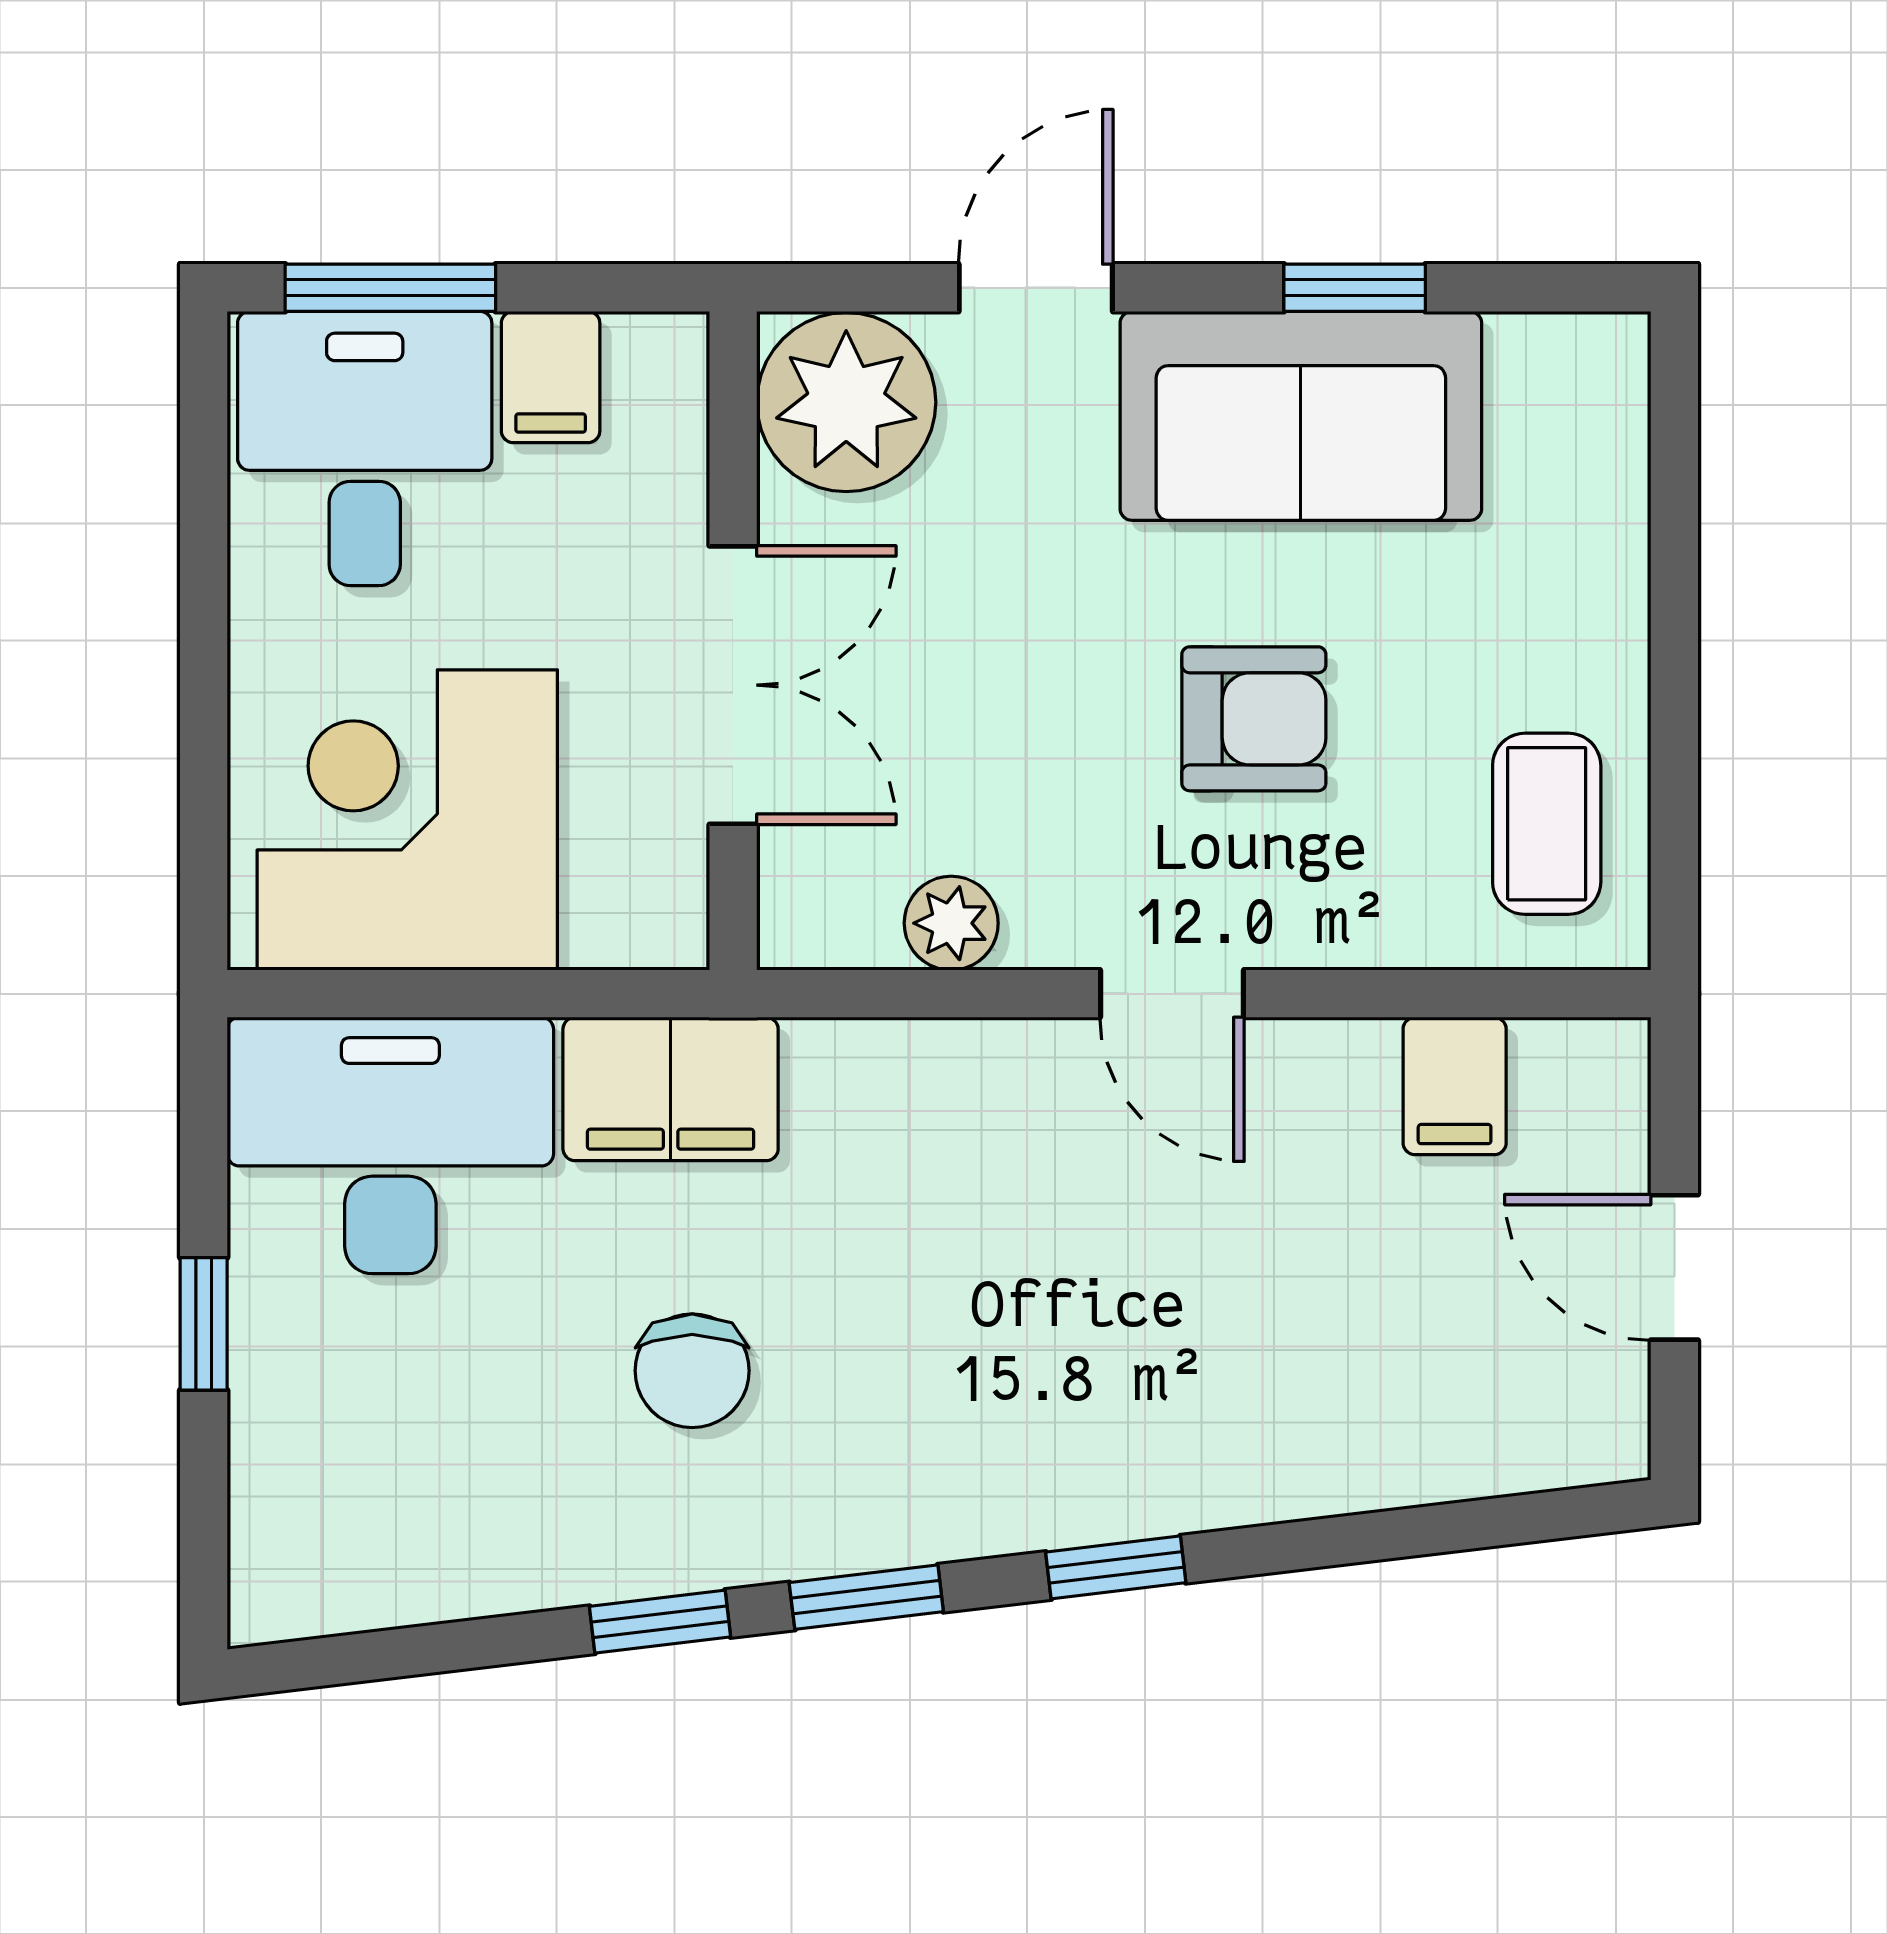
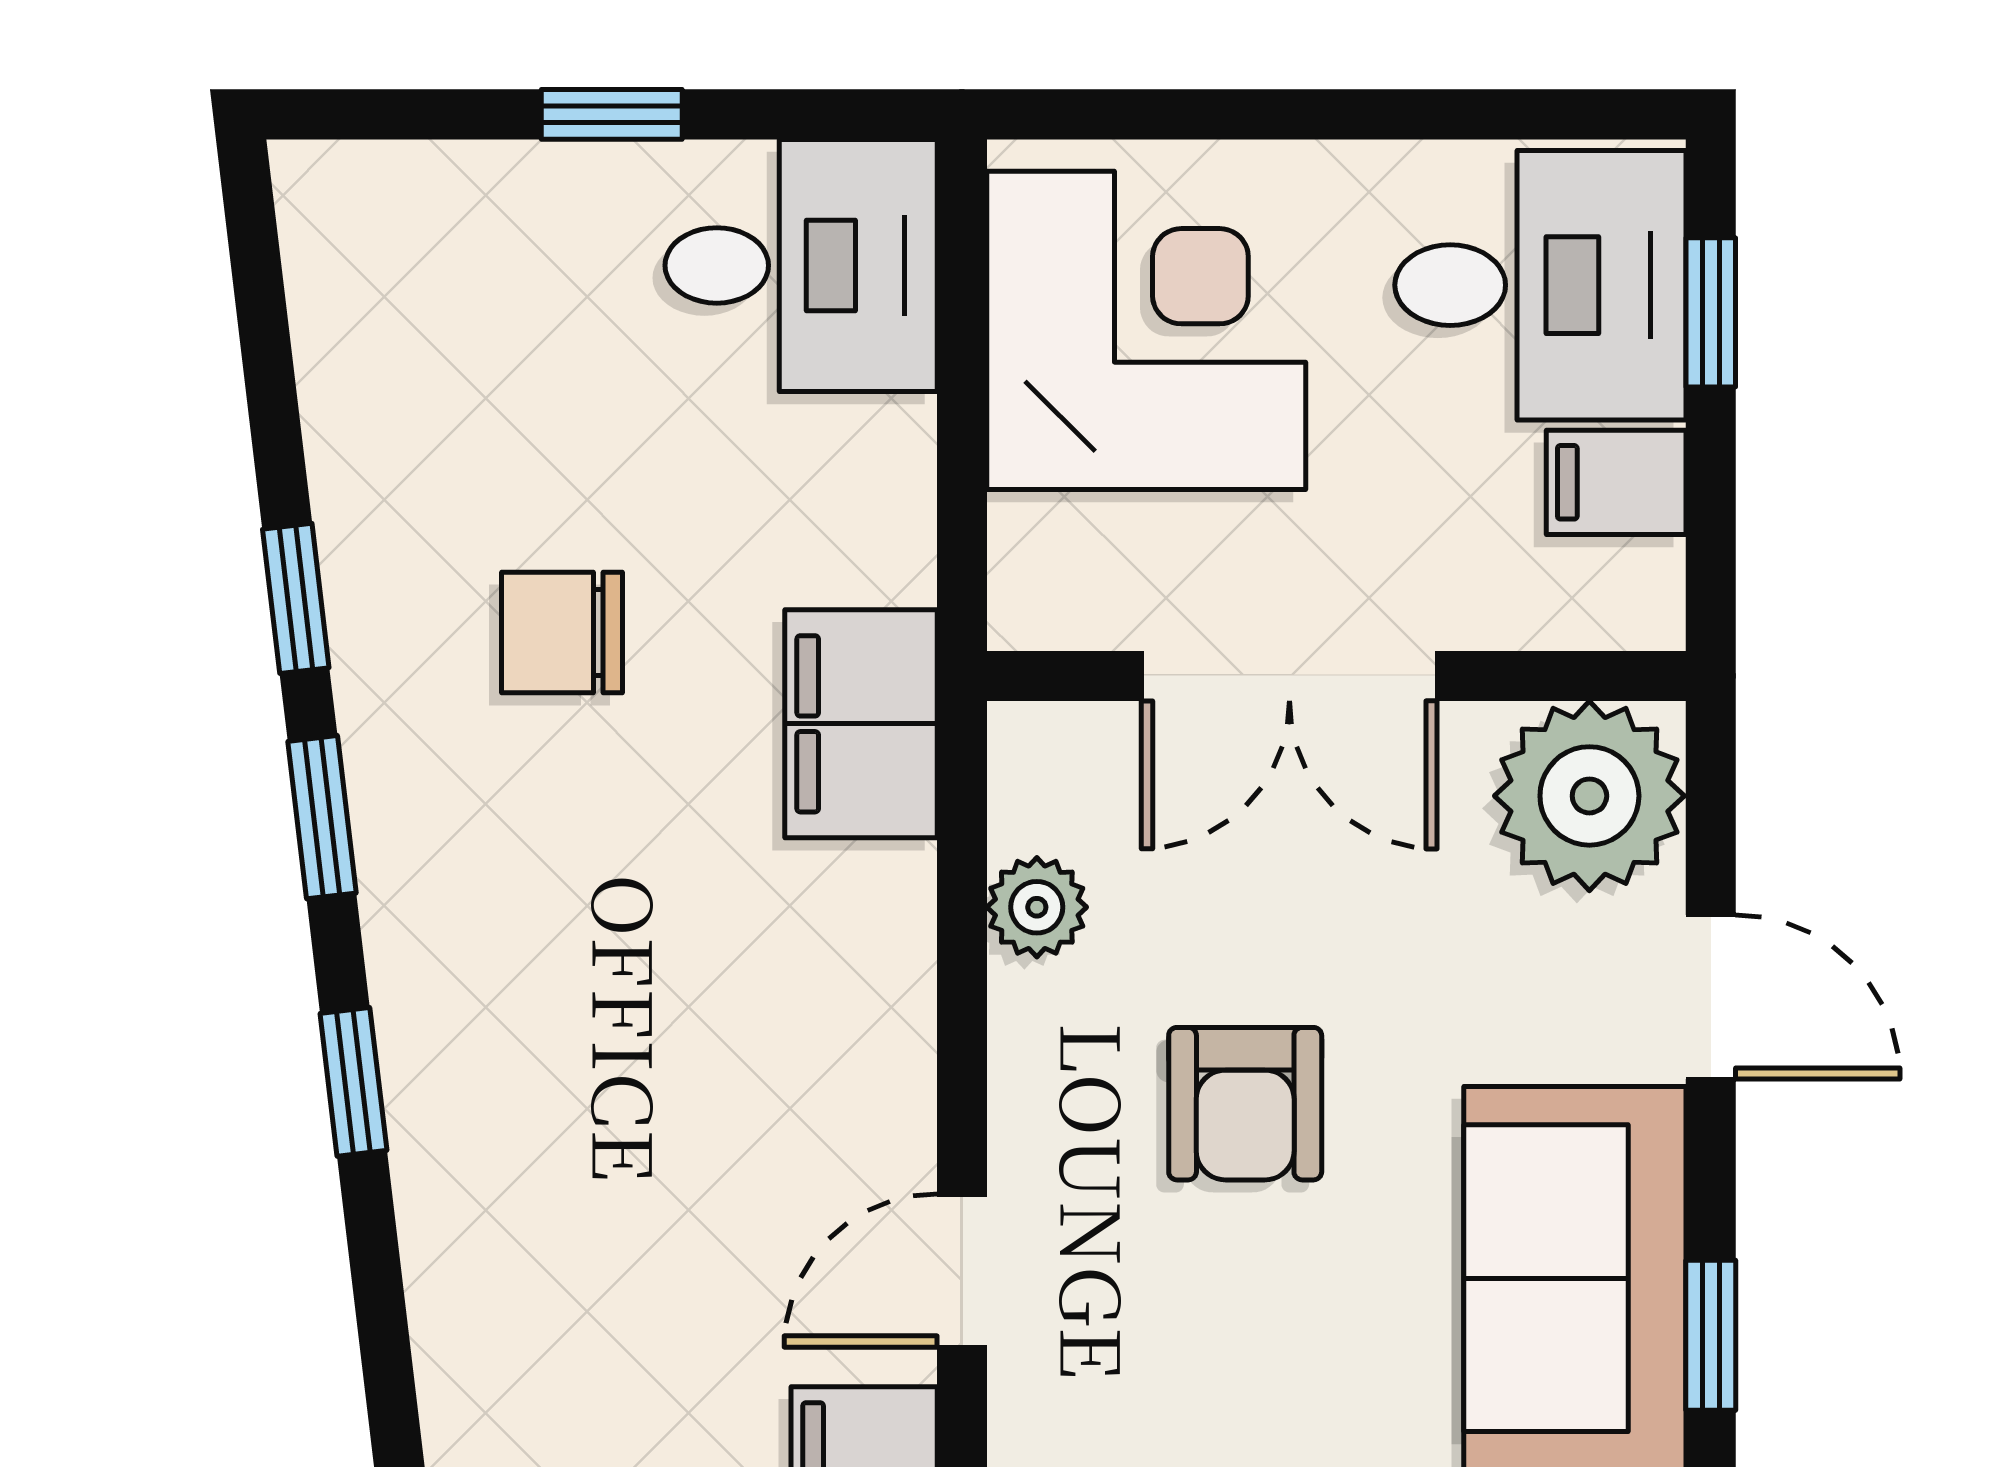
window: (390, 288) -> (1711, 312), width x0.67
armchair: (1254, 719) -> (1245, 1104), moved
door: (1172, 994) -> (962, 1271), moved
filing cabinet: (671, 1089) -> (861, 724), moved
desk: (390, 1145) -> (801, 265), width x0.73

